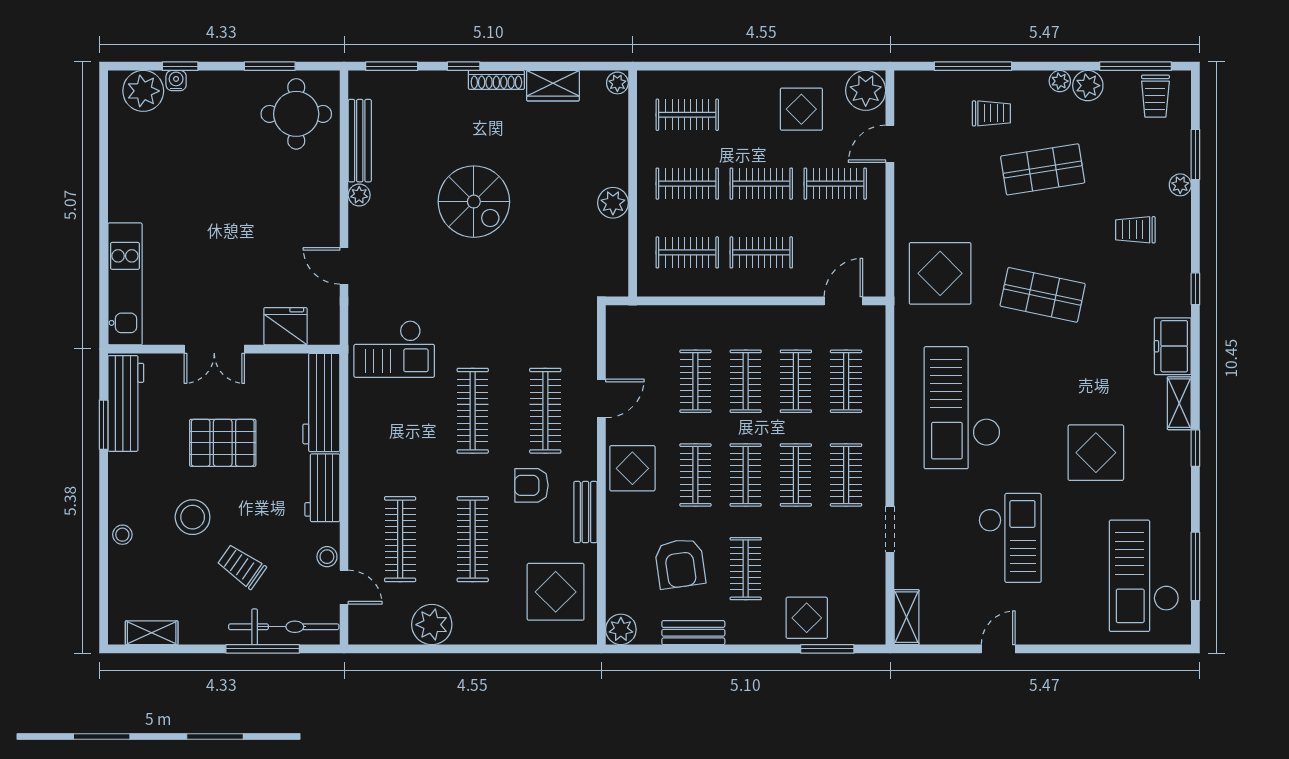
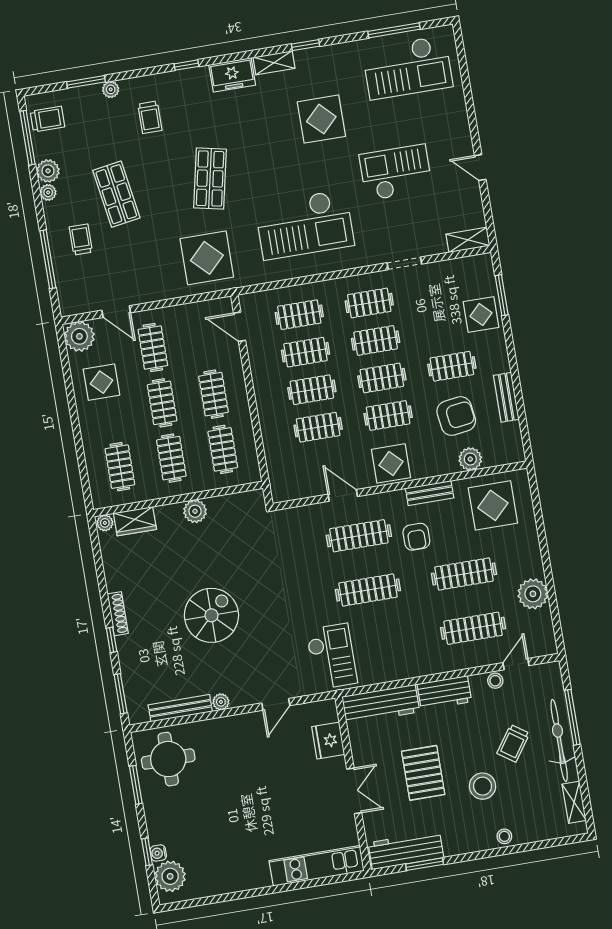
wardrobe: (553, 86) -> (135, 521), moved, turned 90
bicycle: (284, 627) -> (559, 740), moved
plant: (621, 629) -> (470, 459), moved

